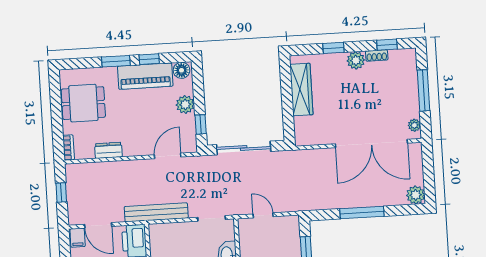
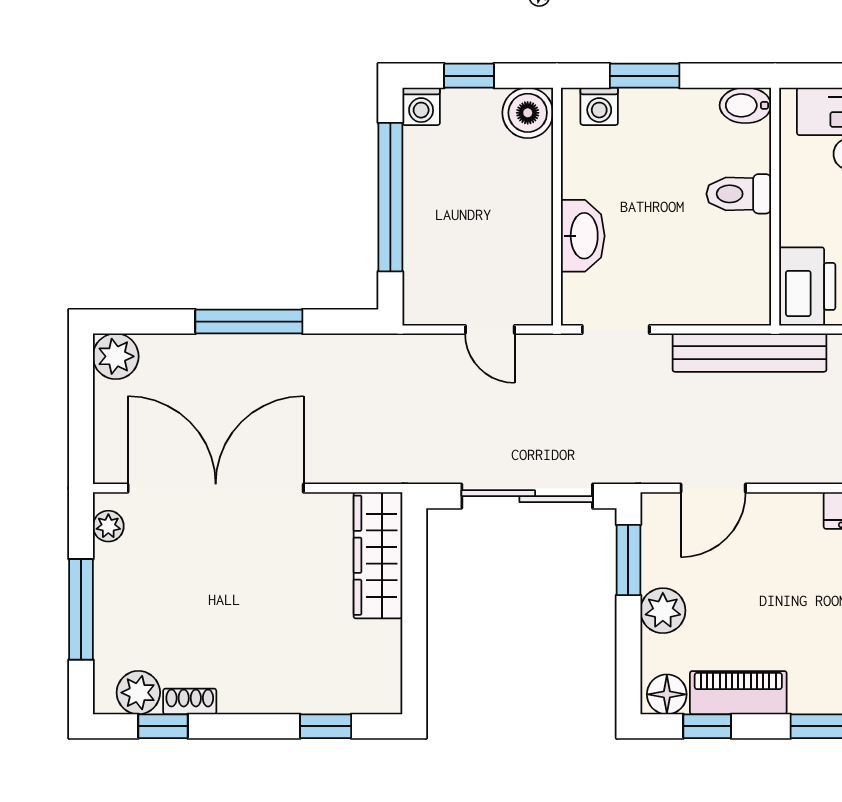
window: (333, 48) -> (326, 726), moved
window: (149, 59) -> (707, 726), moved
plant: (356, 60) -> (138, 693), moved
piano: (145, 76) -> (738, 693), width x0.73, depth x0.75
wardrobe: (301, 90) -> (378, 555), moved
window: (201, 124) -> (628, 560), width x1.50

